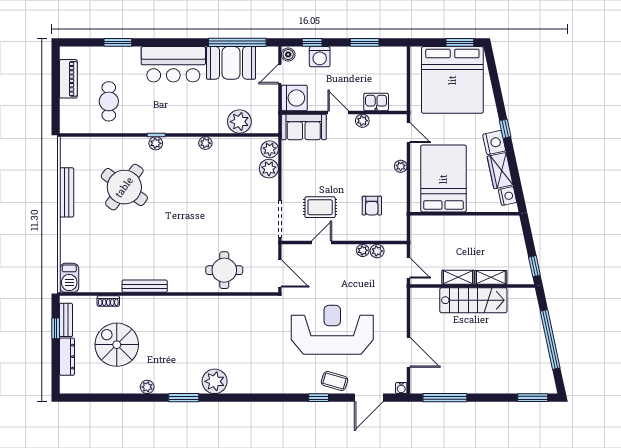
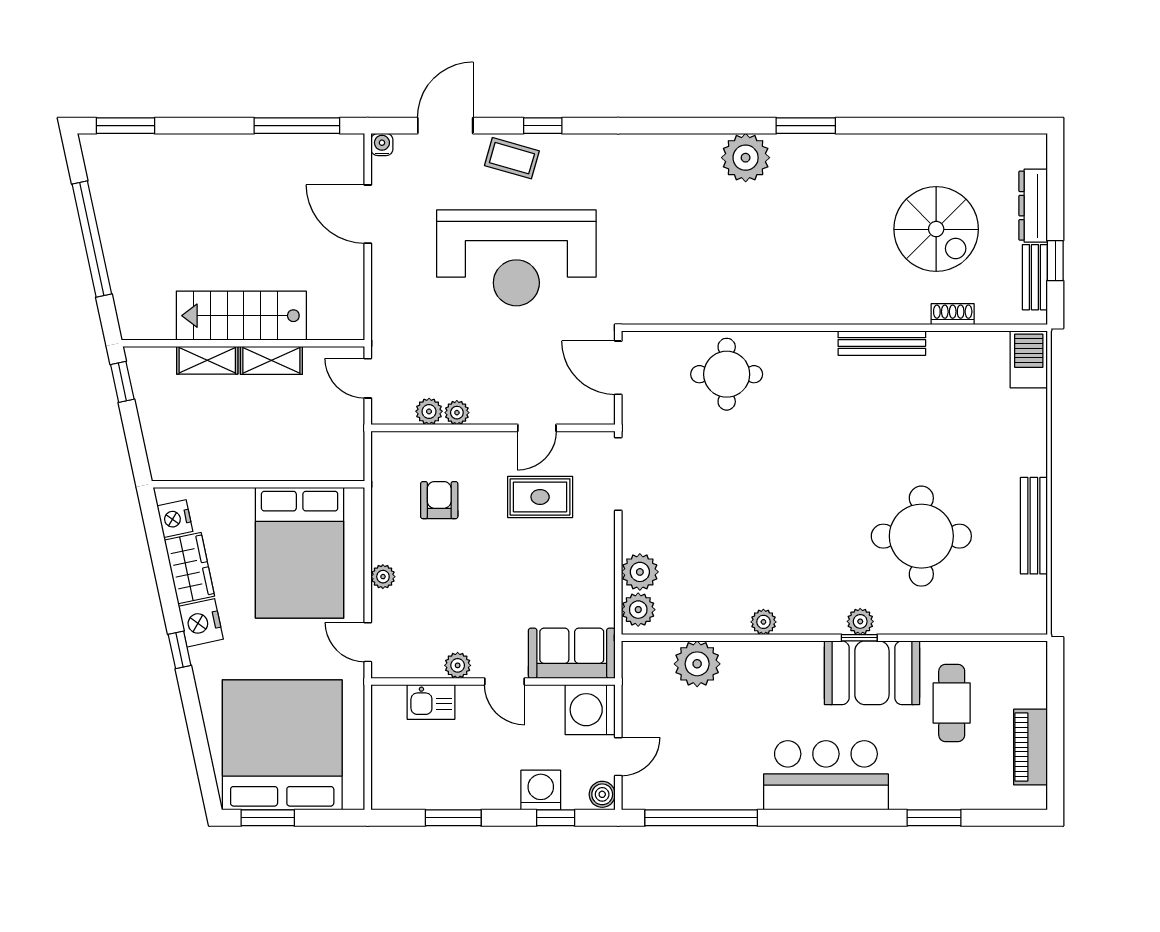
booth: (231, 63) -> (872, 673), moved
round table: (124, 187) -> (921, 536), turned -36
plant: (147, 387) -> (877, 147), removed

